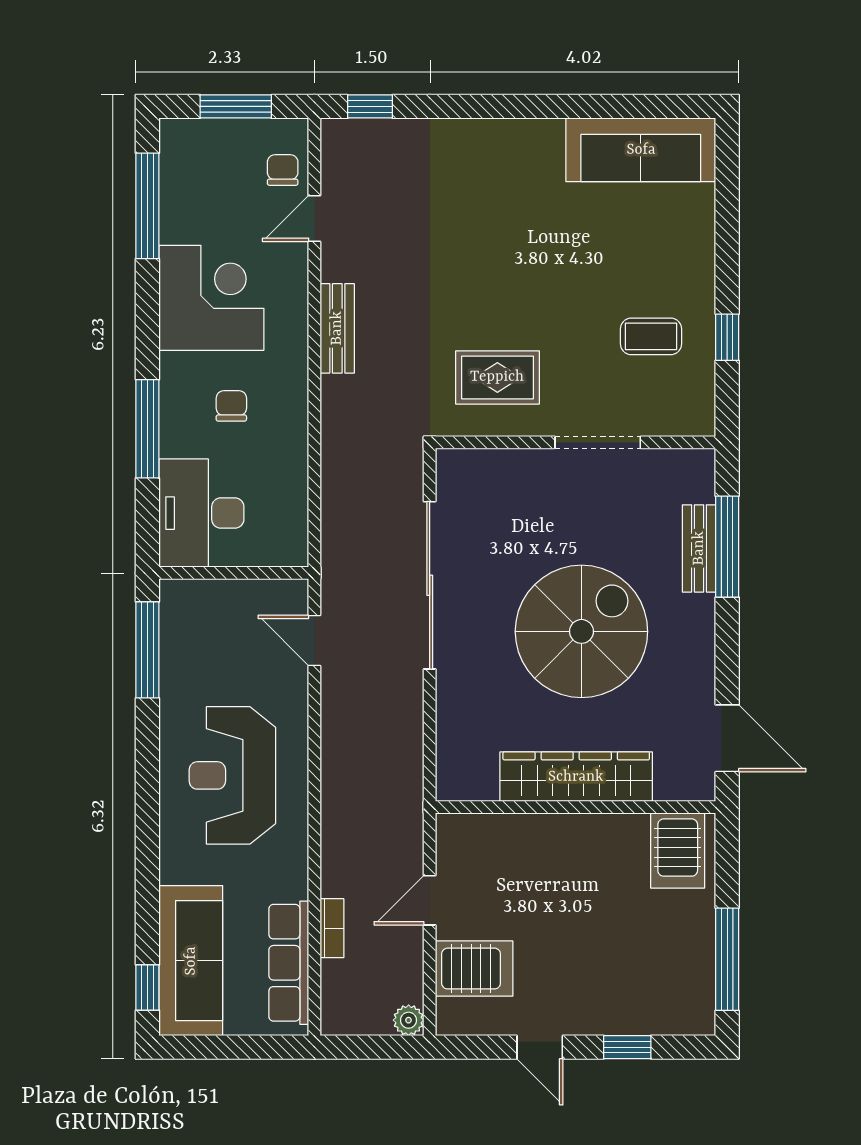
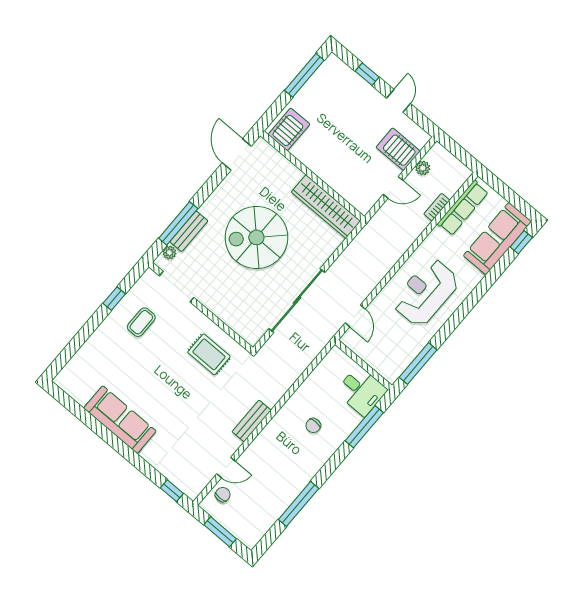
sofa: (641, 150) -> (120, 420), moved
chair: (283, 170) -> (223, 495), turned 180
window: (147, 206) -> (299, 504), moved
corner desk: (211, 298) -> (287, 470), removed
coffee table: (651, 336) -> (141, 322), turned 90
window: (147, 429) -> (364, 427), moved
doorway: (598, 442) -> (177, 287), moved
plant: (701, 487) -> (169, 253), added
desk: (201, 513) -> (361, 391), width x0.73
reception desk: (232, 775) -> (426, 292), turned 180
wardrobe: (576, 777) -> (326, 207), moved
plant: (409, 1020) -> (423, 168), moved

